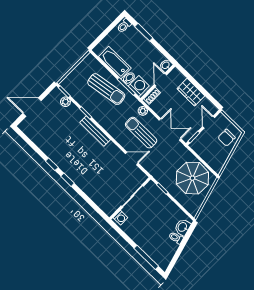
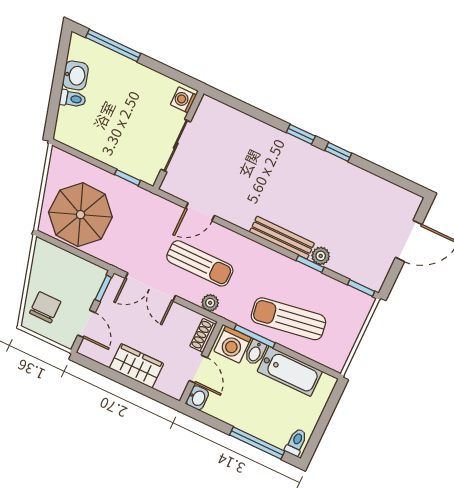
window: (144, 32) -> (257, 443), width x1.44
plant: (65, 102) -> (321, 256), moved
washbasin: (183, 227) -> (75, 75), moved

